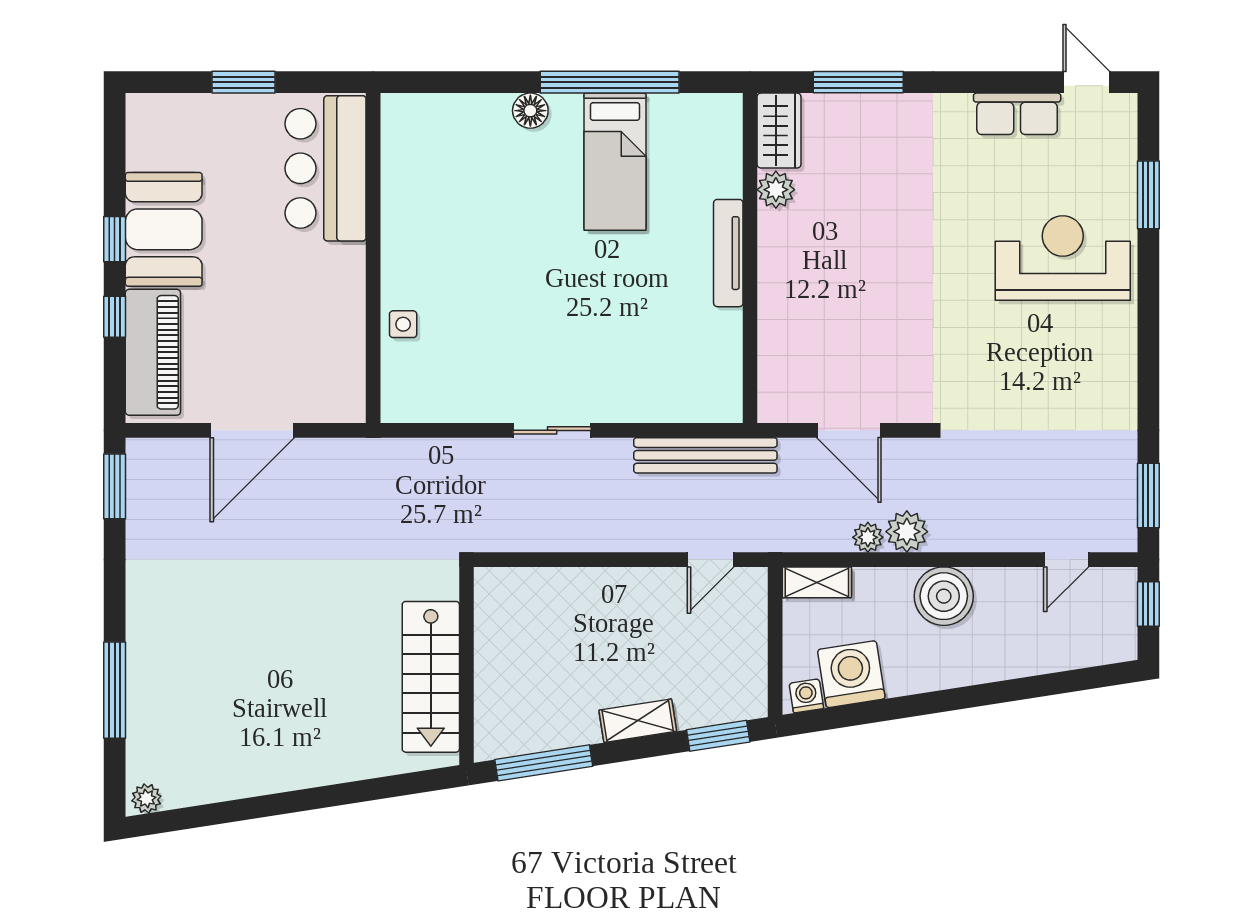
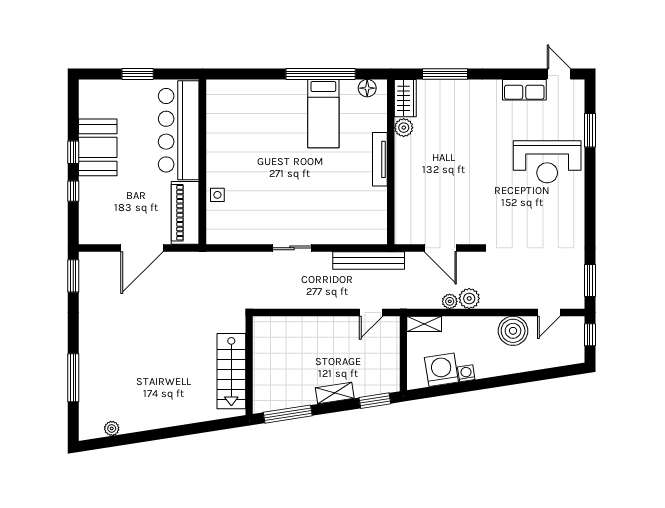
floor lamp: (530, 111) -> (367, 88), moved
bar counter: (326, 168) -> (179, 130), width x1.36
reception desk: (1063, 258) -> (547, 162), turned 180
piano: (153, 352) -> (185, 213), moved, turned 180
boiler: (944, 596) -> (513, 331), moved
washing machine: (806, 696) -> (466, 373), moved
plant: (146, 799) -> (112, 428), moved

